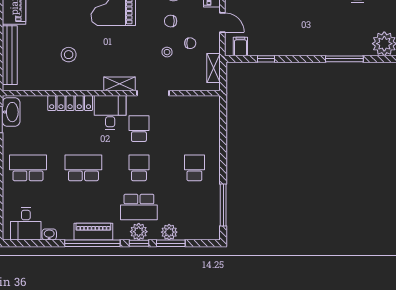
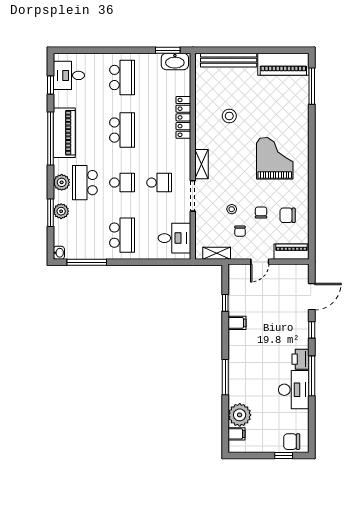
filing cabinet: (240, 47) -> (237, 323), moved
desk: (110, 113) -> (174, 238), moved
school desk: (194, 168) -> (122, 235), width x1.85
piano: (93, 232) -> (64, 133), width x1.37, depth x1.33
washbasin: (49, 234) -> (59, 253), moved
window: (139, 243) -> (51, 85), moved

